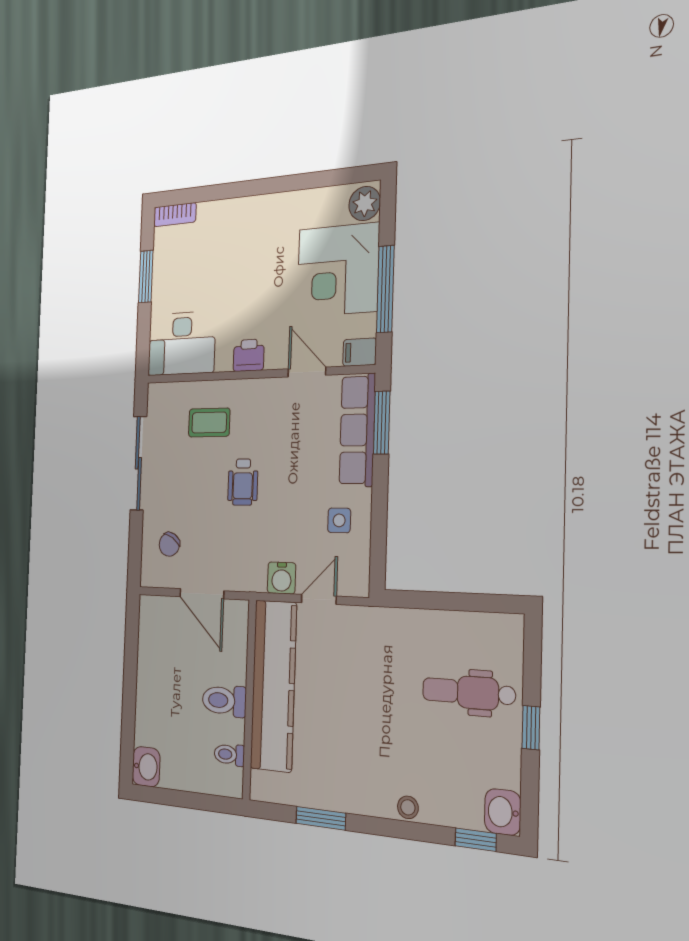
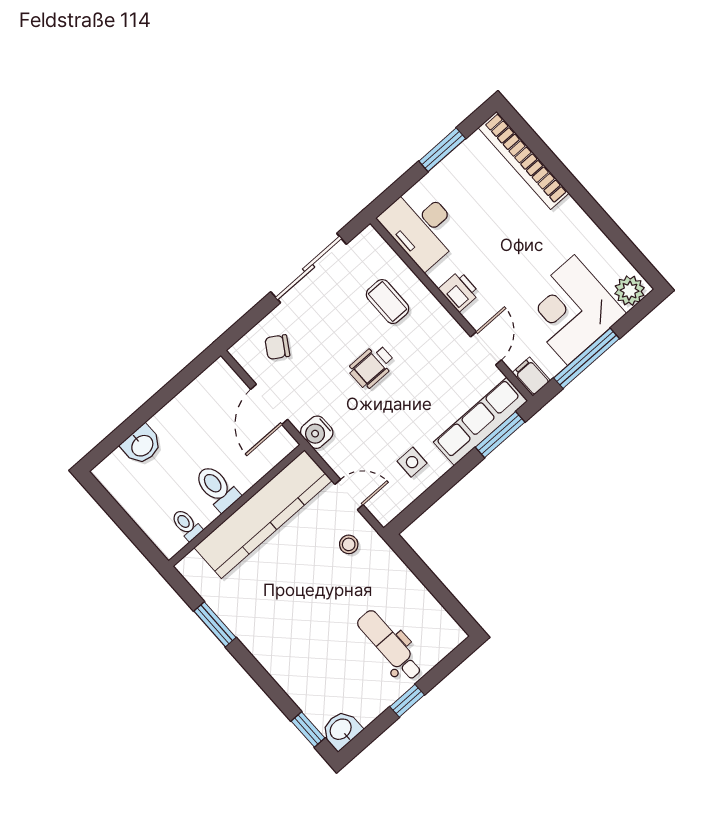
bookcase: (175, 215) -> (524, 160), width x2.31, depth x1.31
water cooler: (282, 578) -> (317, 432), moved
washbasin: (146, 767) -> (142, 445), moved
stool: (408, 807) -> (349, 544), moved

